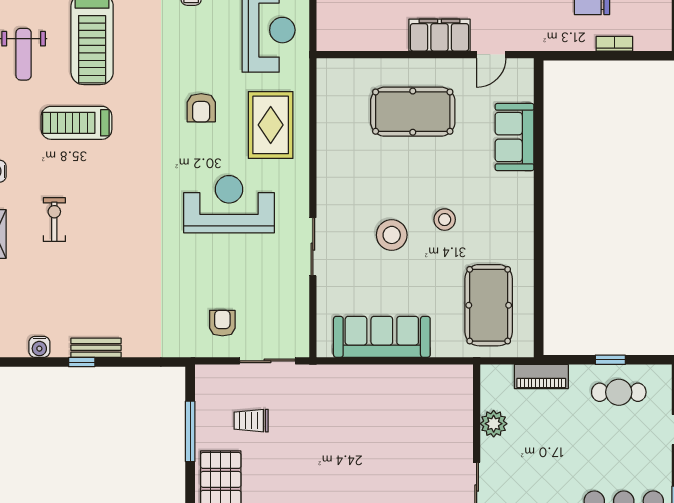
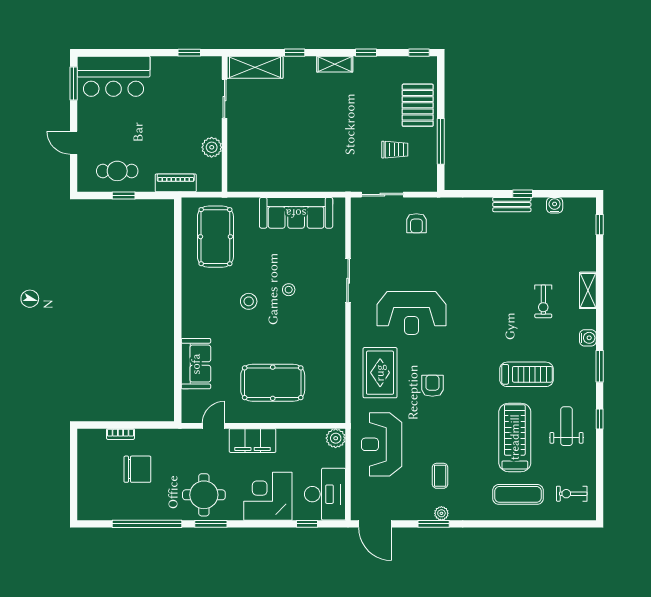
plant: (329, 38) -> (336, 438), added
stool: (392, 235) -> (289, 290), width x0.53, depth x0.53

